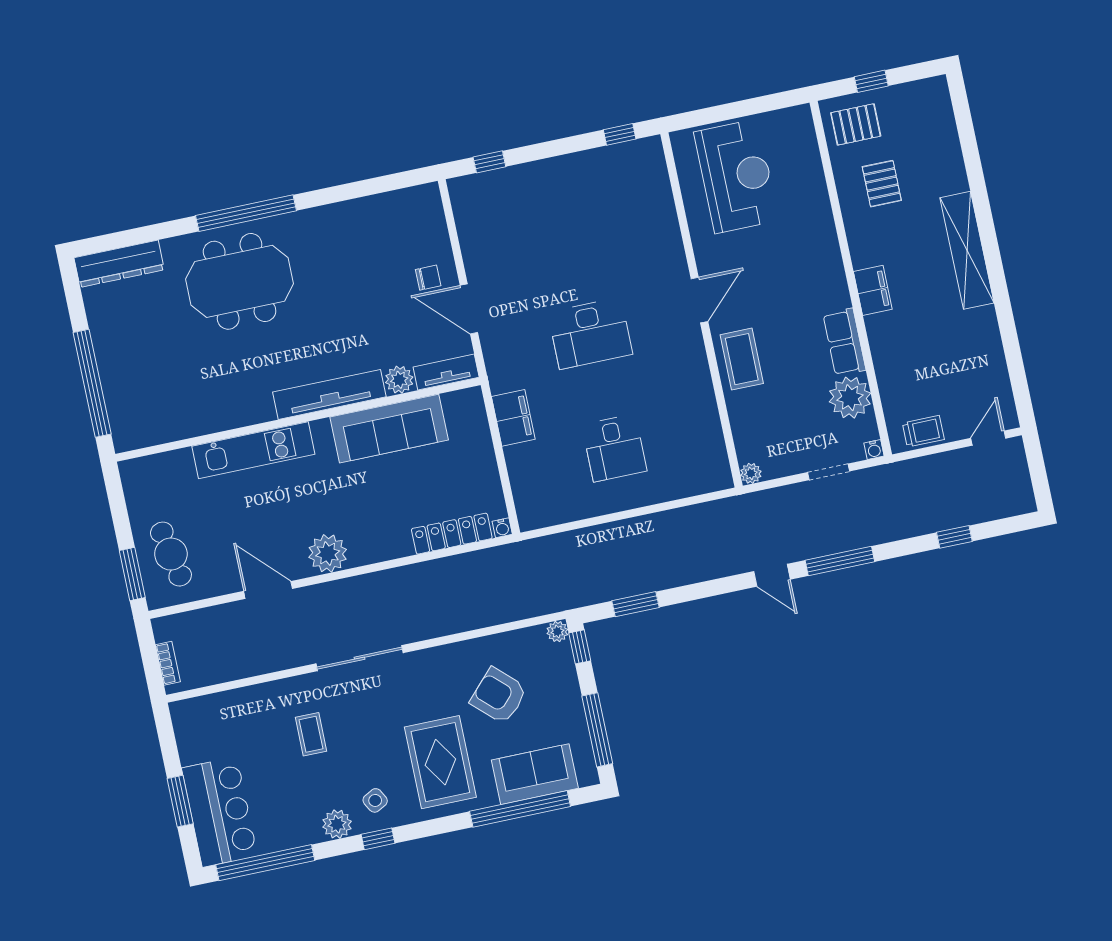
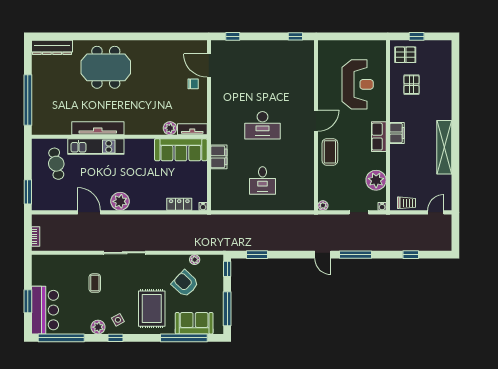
reception desk: (736, 176) -> (358, 84), moved
window: (246, 213) -> (115, 36), removed
shelving: (967, 250) -> (444, 147), moved
door: (469, 309) -> (209, 66), moved
row of seats: (844, 342) -> (379, 137), moved
tv unit: (329, 394) -> (98, 128), moved
sofa: (389, 429) -> (181, 150), moved
locker: (452, 534) -> (179, 204), width x0.66
cafe table: (171, 554) -> (56, 164), moved
plant: (557, 632) -> (195, 260), moved

